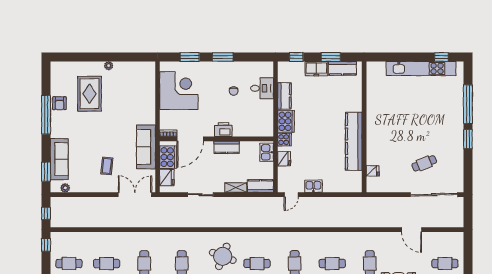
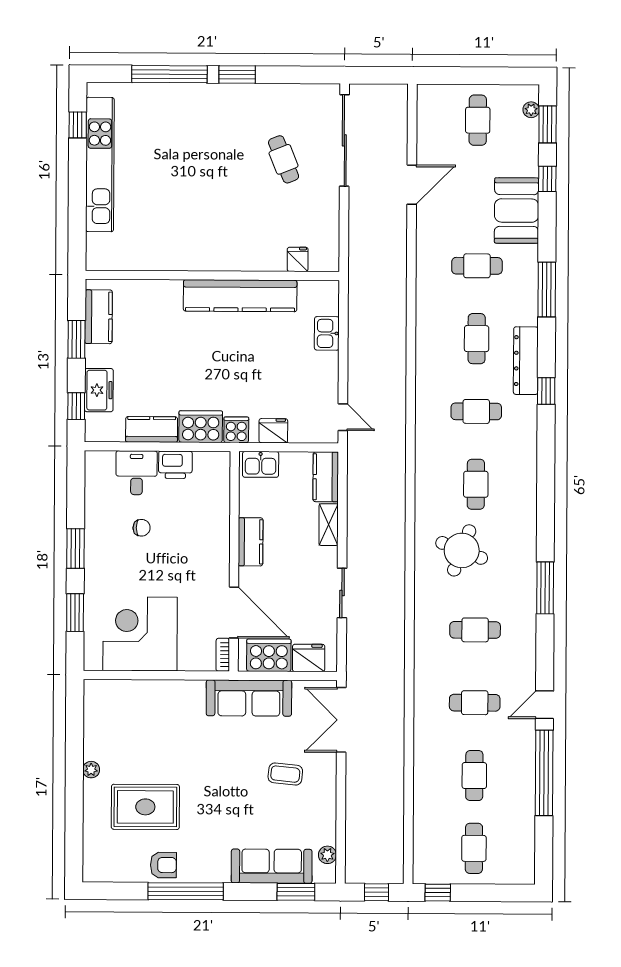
freezer: (316, 69) -> (99, 390), moved
printer: (223, 130) -> (175, 465), moved, turned -90
kitchen sink: (313, 186) -> (327, 333), moved

